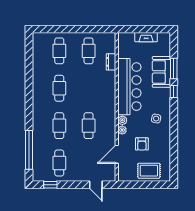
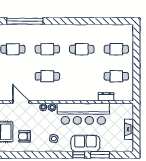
sofa: (161, 72) -> (85, 143), moved
armchair: (142, 144) -> (25, 136), moved

